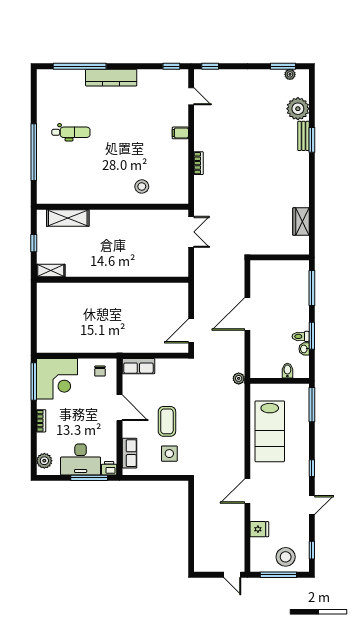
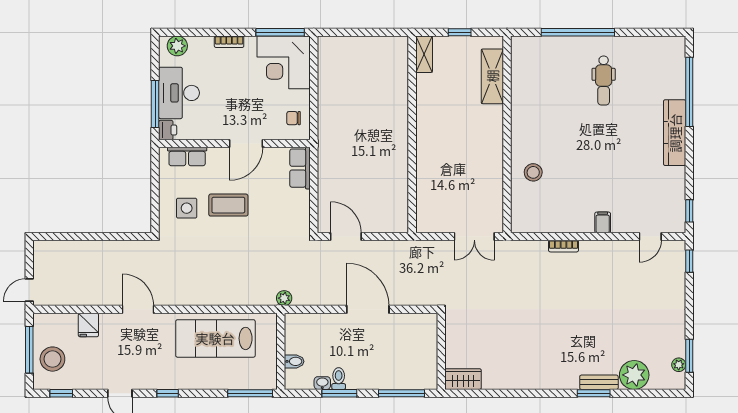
wardrobe: (301, 221) -> (463, 379), moved

